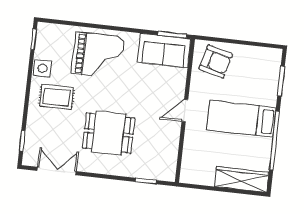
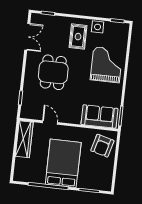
sofa: (164, 51) -> (99, 116), moved, turned 90
grand piano: (98, 55) -> (106, 65), turned 180
door: (185, 111) -> (50, 123), moved
bed: (241, 119) -> (63, 163), width x1.50
wardrobe: (242, 179) -> (24, 139), moved

